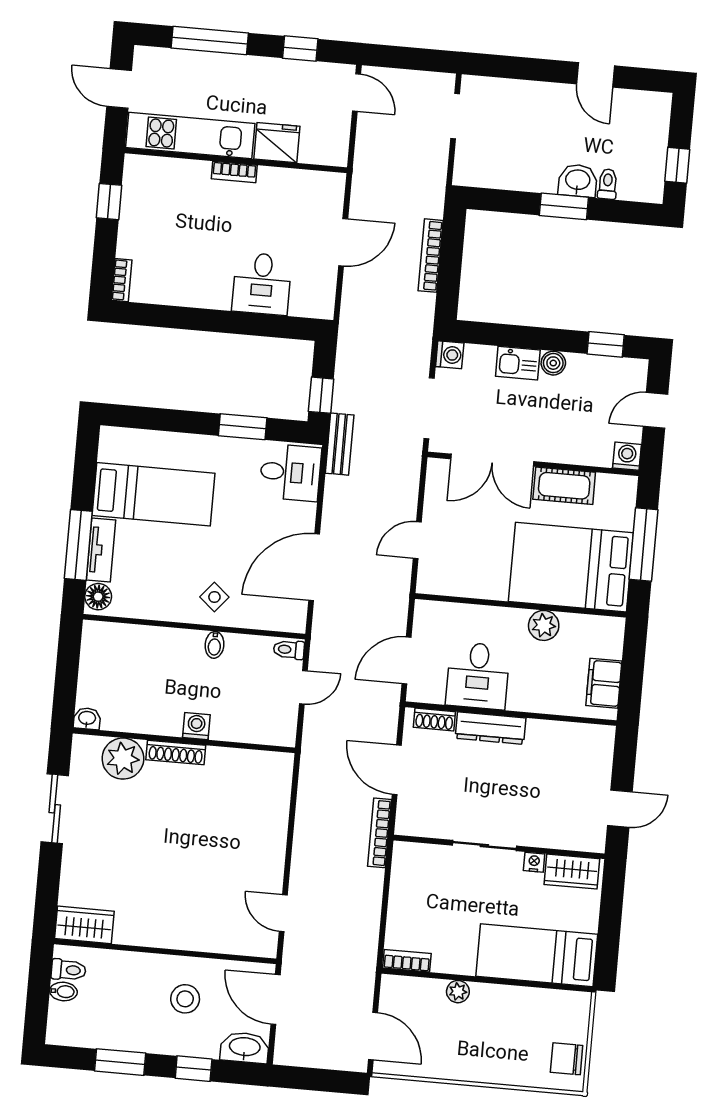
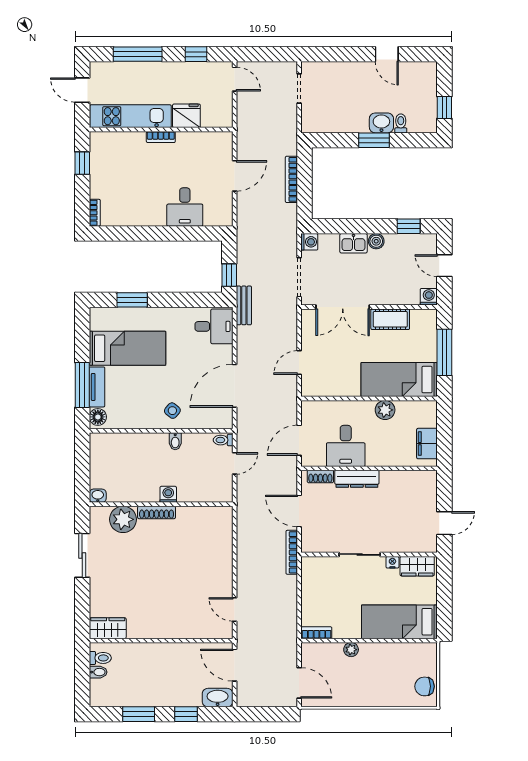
door: (655, 410) -> (444, 266), hinge flipped
window: (243, 427) -> (132, 300), moved
bed: (571, 567) -> (399, 380), width x0.67
stool: (185, 999) -> (177, 670), removed

